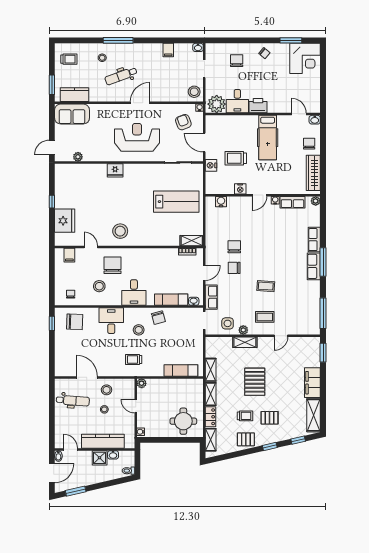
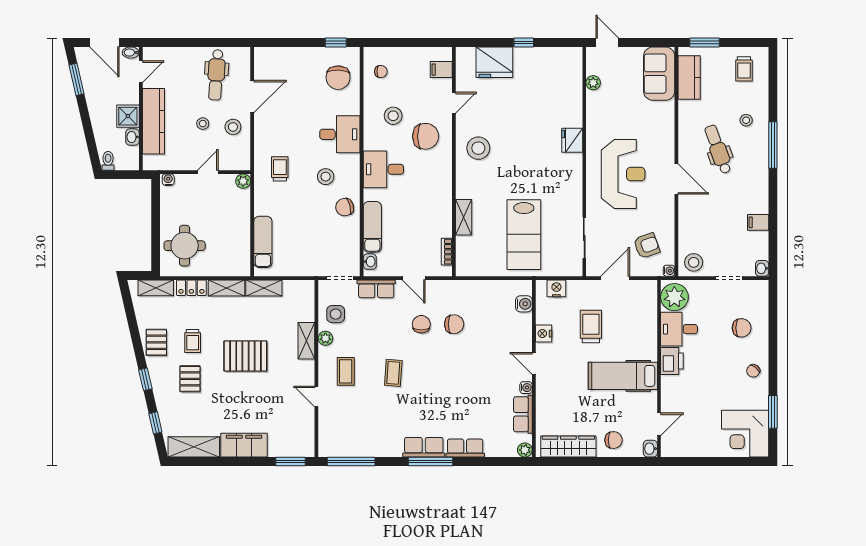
nightstand: (211, 165) -> (556, 288), moved
shelving: (192, 241) -> (464, 217), moved

